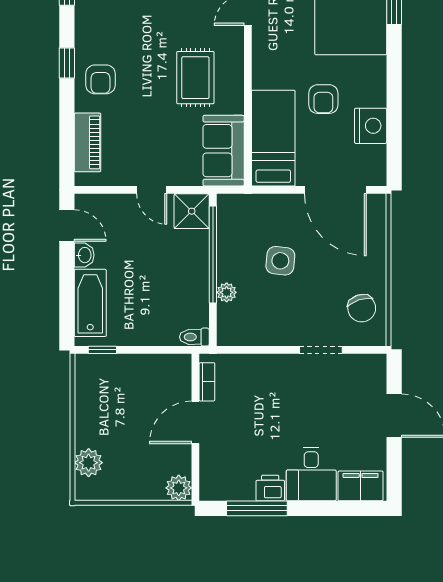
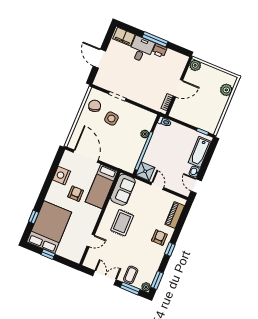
side table: (280, 261) -> (111, 119), moved
window: (257, 508) -> (155, 39), moved

